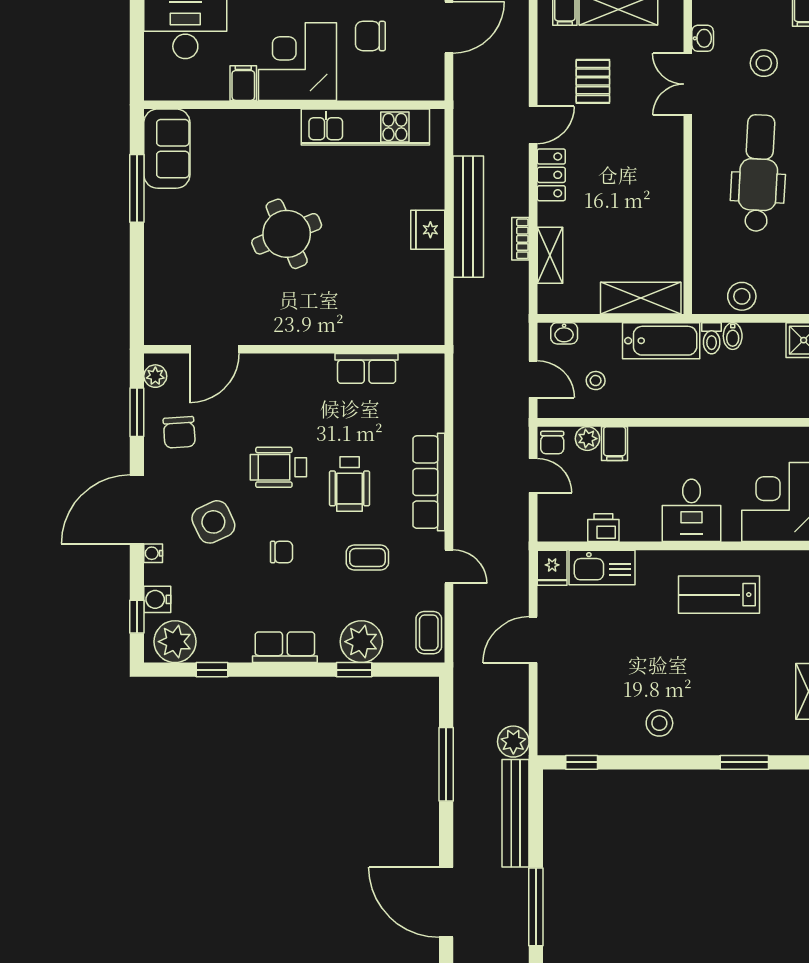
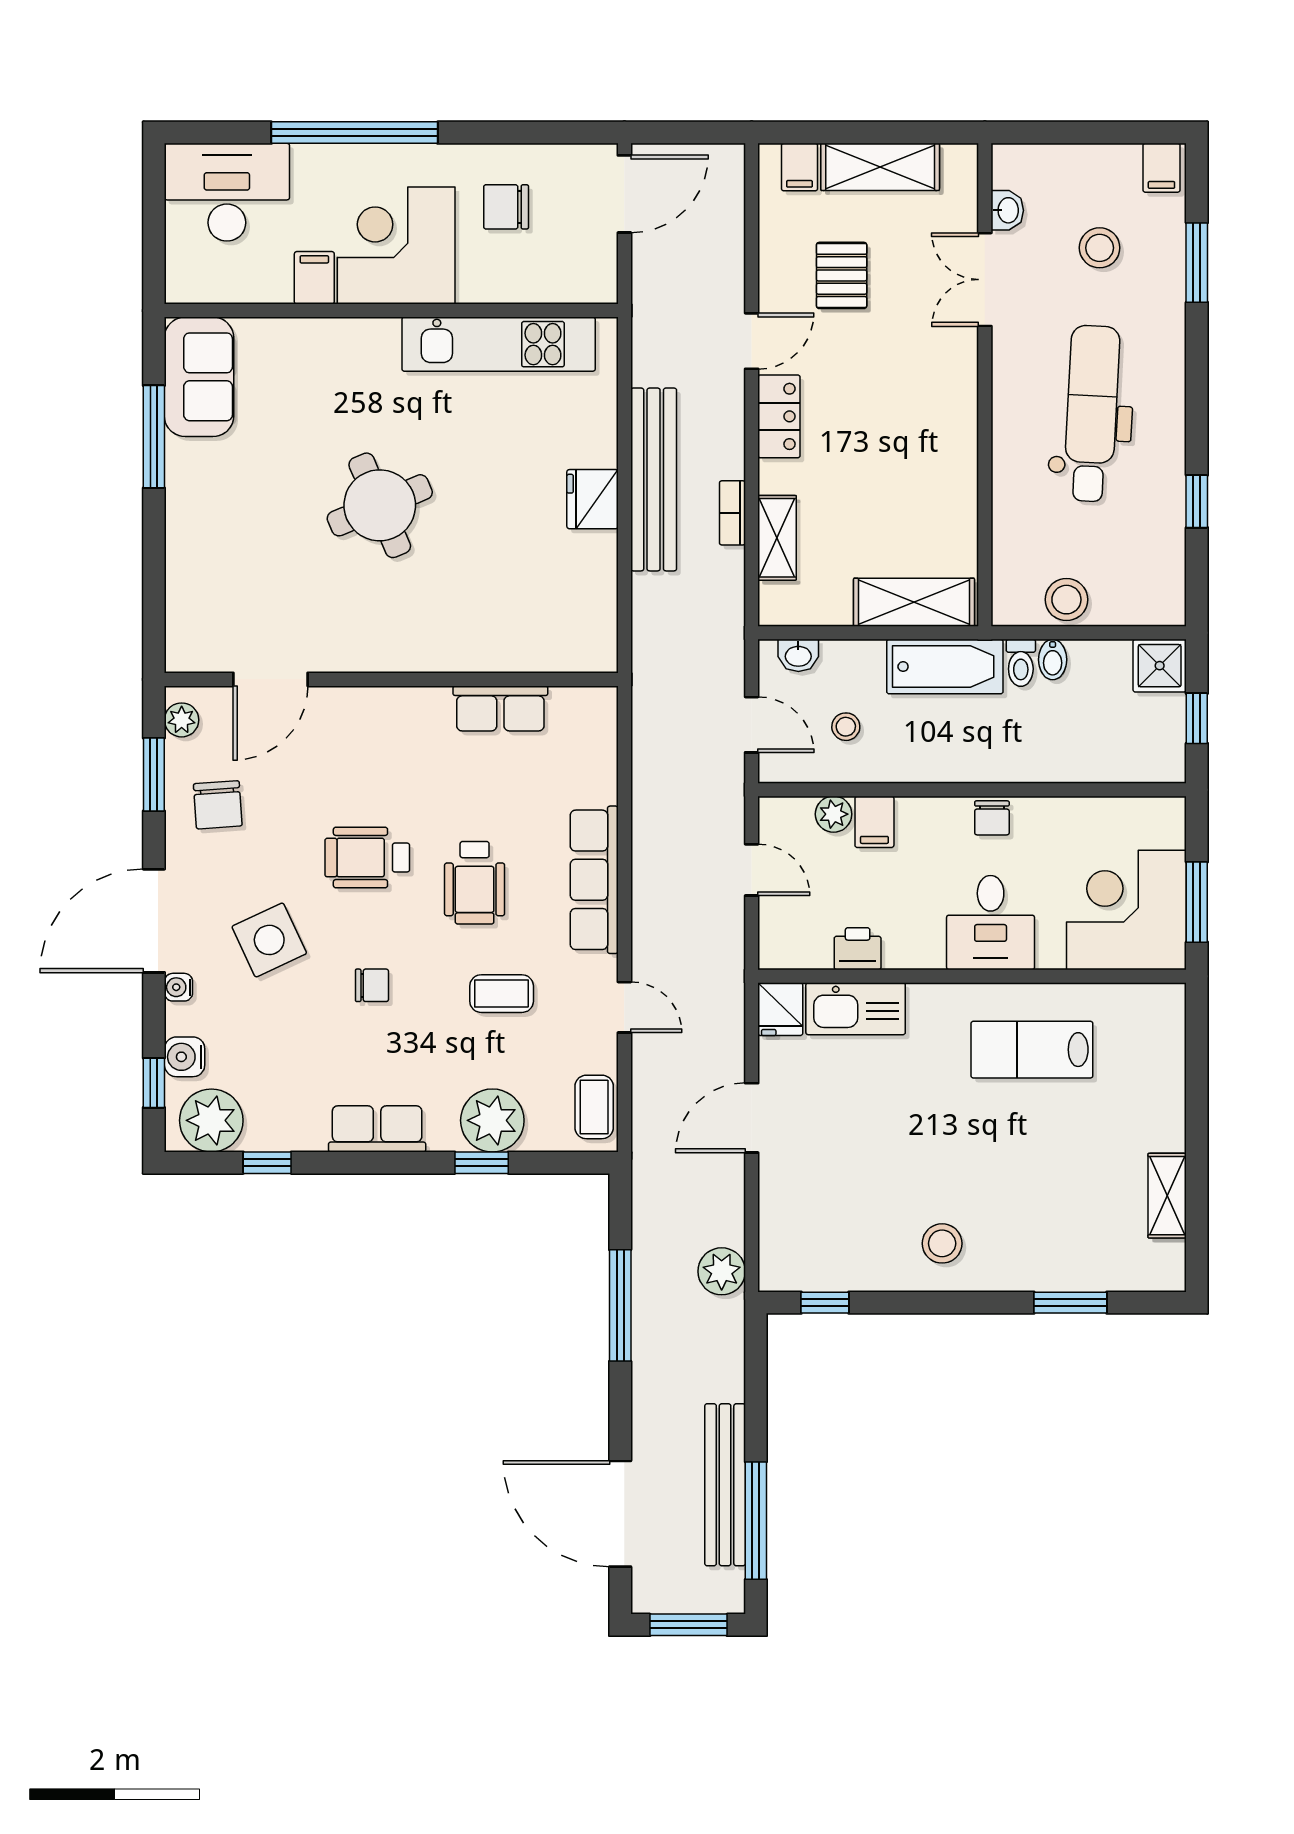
chair: (552, 443) -> (992, 818), moved
bench: (516, 813) -> (725, 1485), moved

